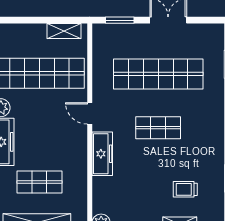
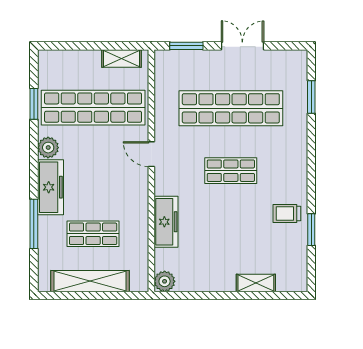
freezer: (102, 154) -> (166, 222), moved
trolley: (185, 189) -> (287, 214), moved

